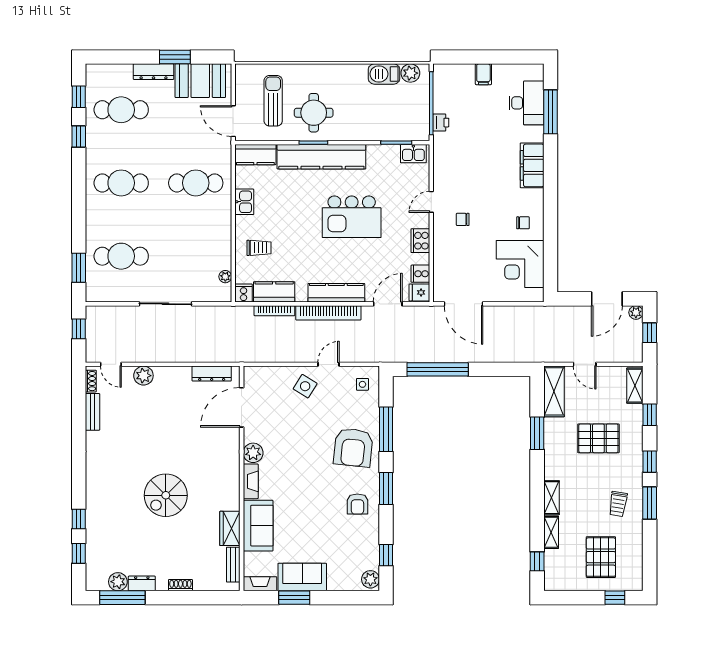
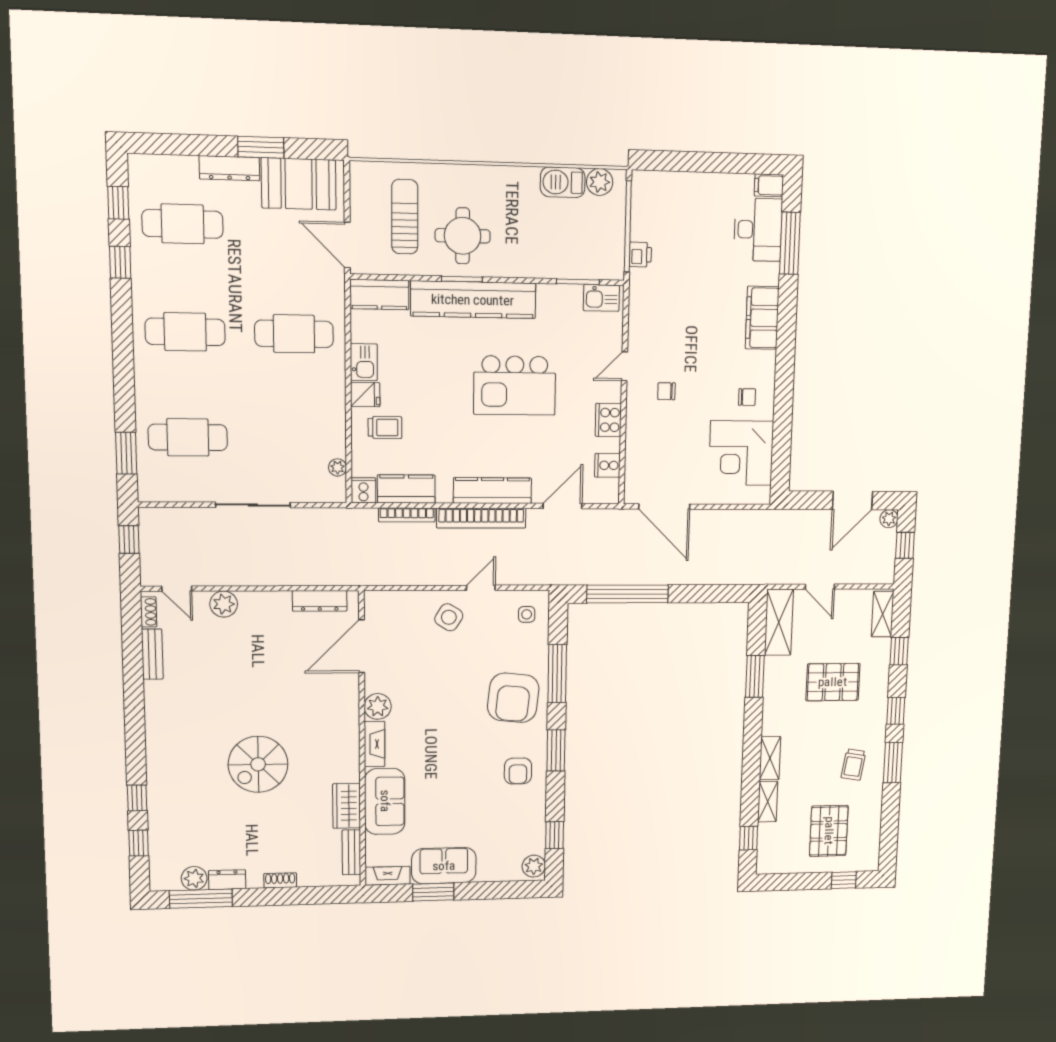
filing cabinet: (483, 74) -> (769, 185), moved, turned 90
fridge: (419, 292) -> (365, 395), moved, turned 180

